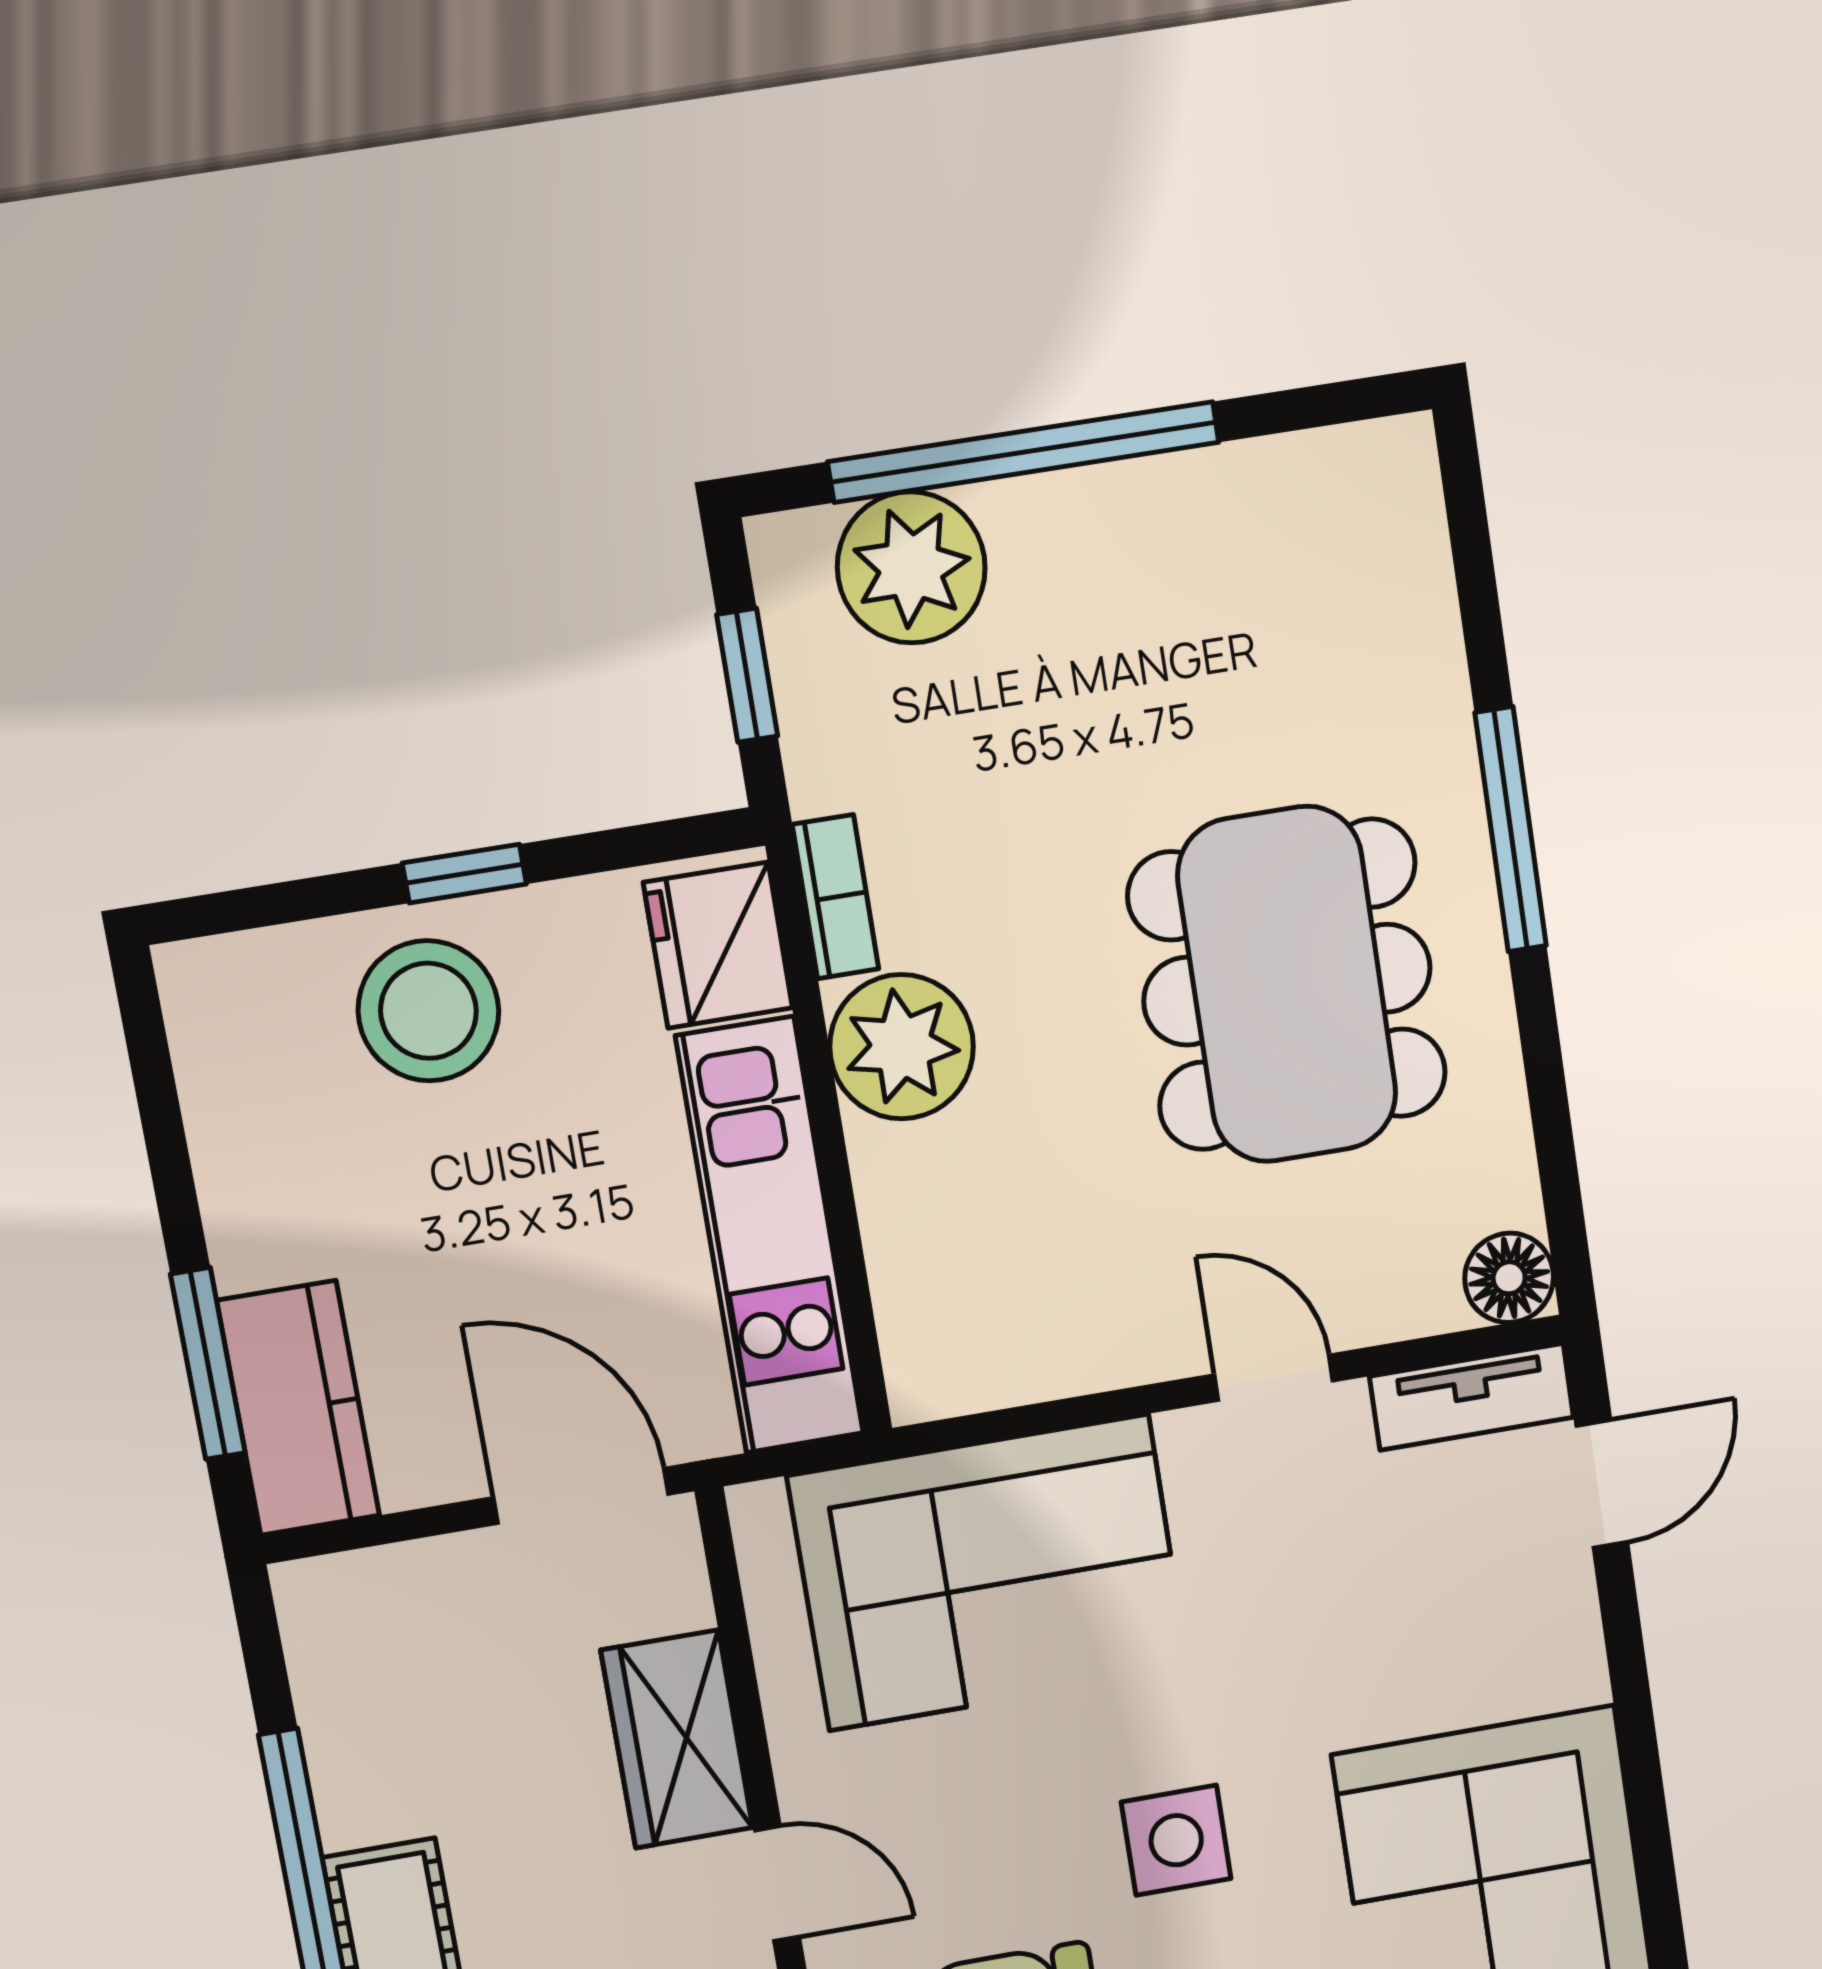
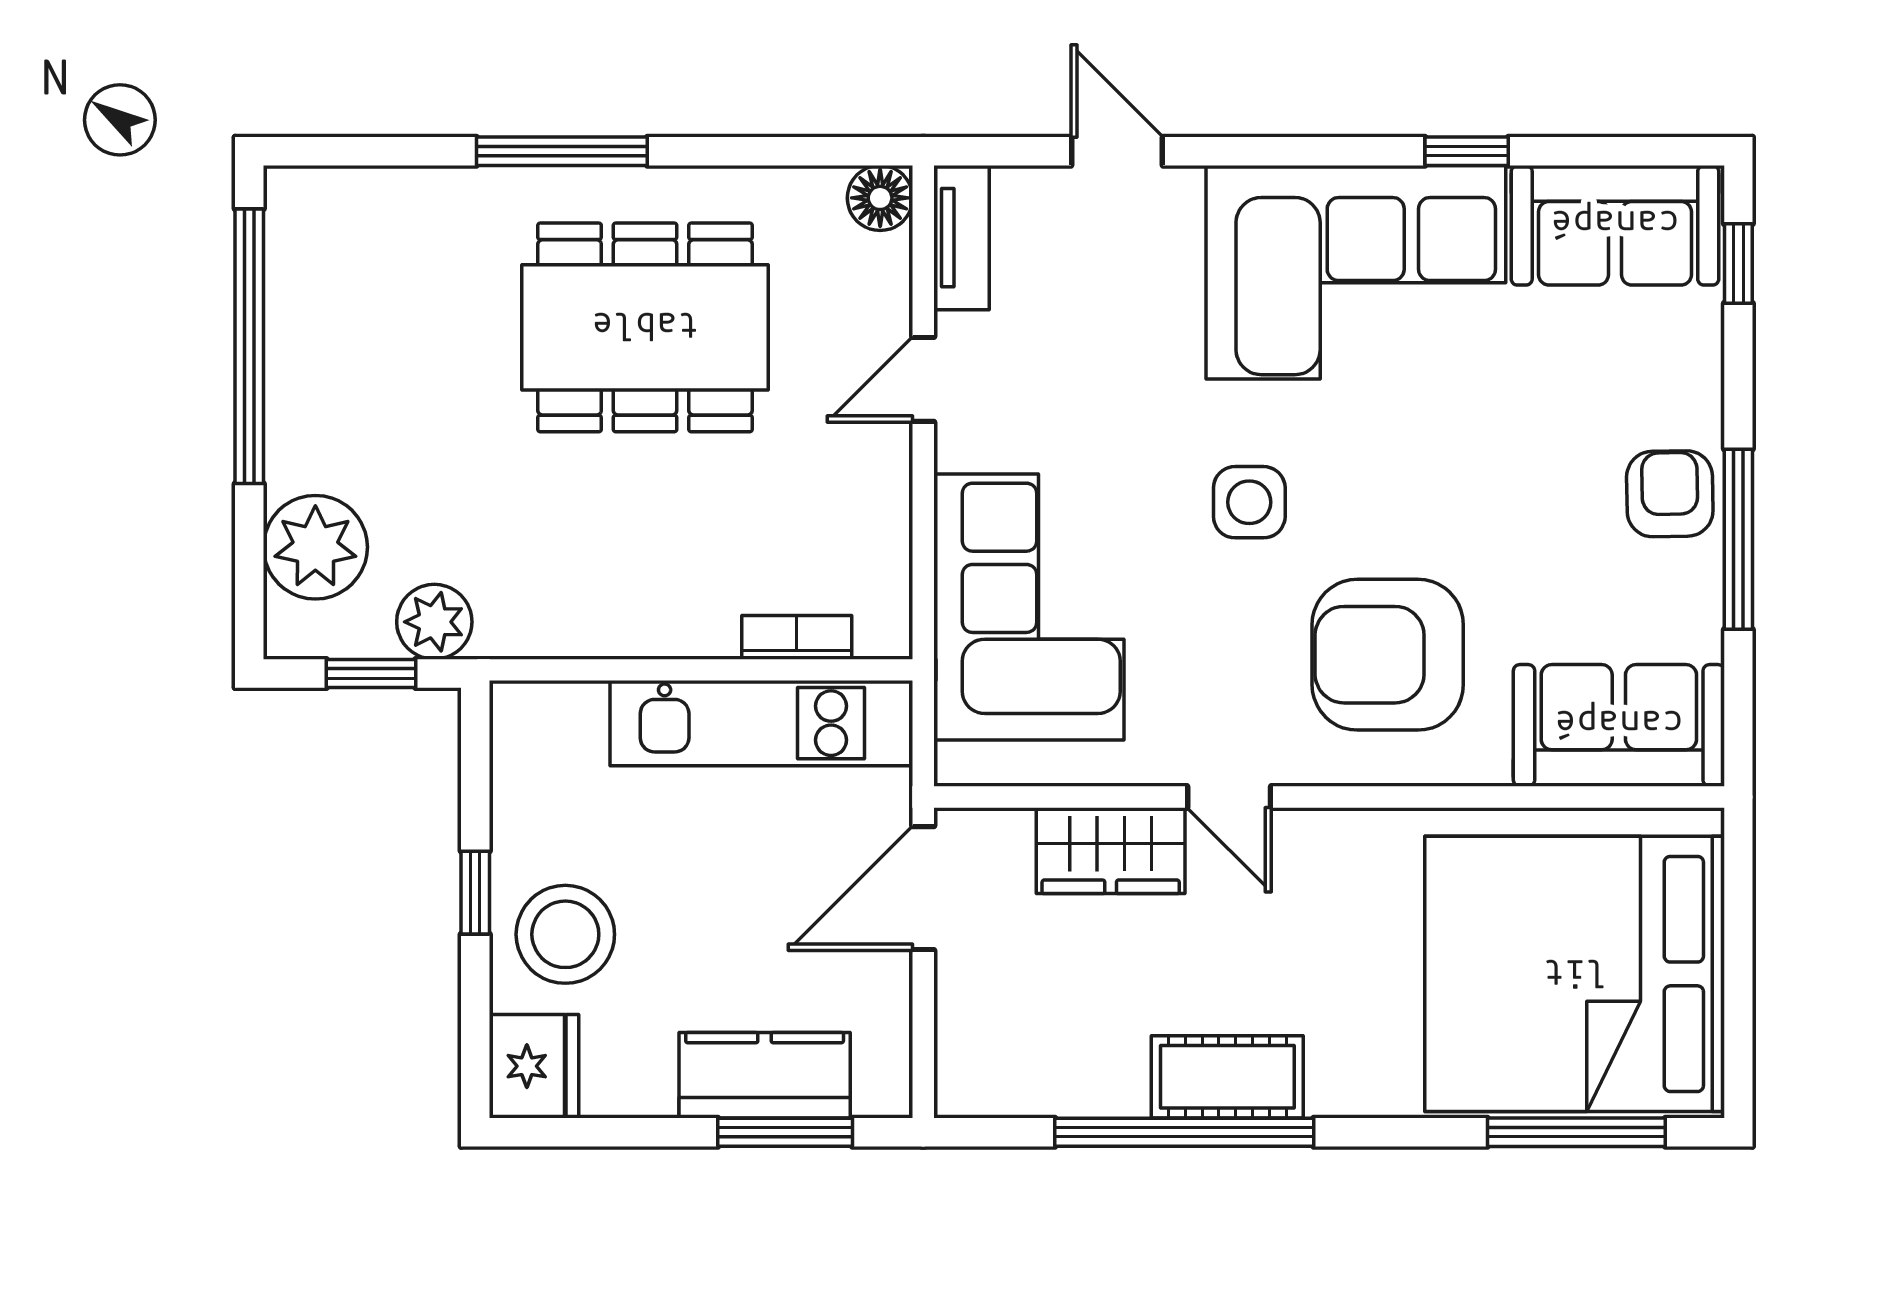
window: (1024, 452) -> (249, 346), moved
bookcase: (835, 897) -> (797, 637), moved
fridge: (718, 945) -> (534, 1066), moved, turned -90
plant: (902, 1047) -> (434, 622), moved, width x0.73, depth x0.73
kitchen counter: (298, 1408) -> (765, 1075), moved
door: (1602, 1484) -> (1117, 151), moved
door: (777, 1884) -> (1229, 797), swing flipped

